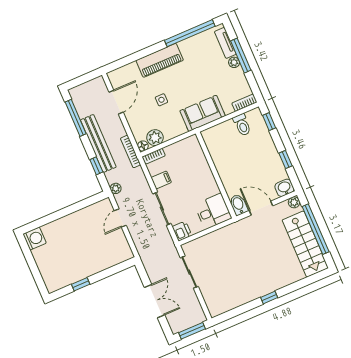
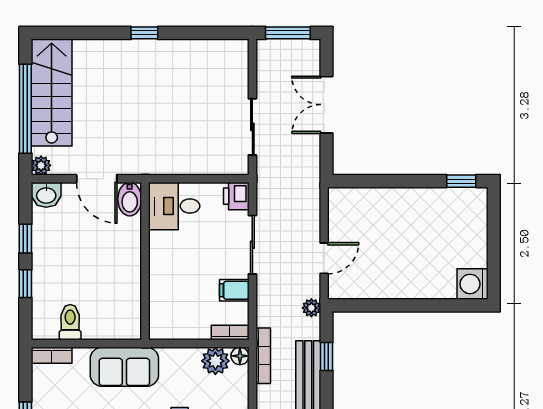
window: (269, 122) -> (25, 284), moved
window: (81, 284) -> (461, 181), moved

